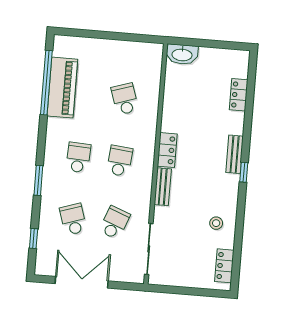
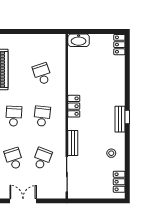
locker: (239, 95) -> (119, 45), moved
bench: (235, 154) -> (120, 119), moved
bench: (163, 187) -> (73, 143), moved
double door: (82, 282) -> (23, 201), width x0.73

